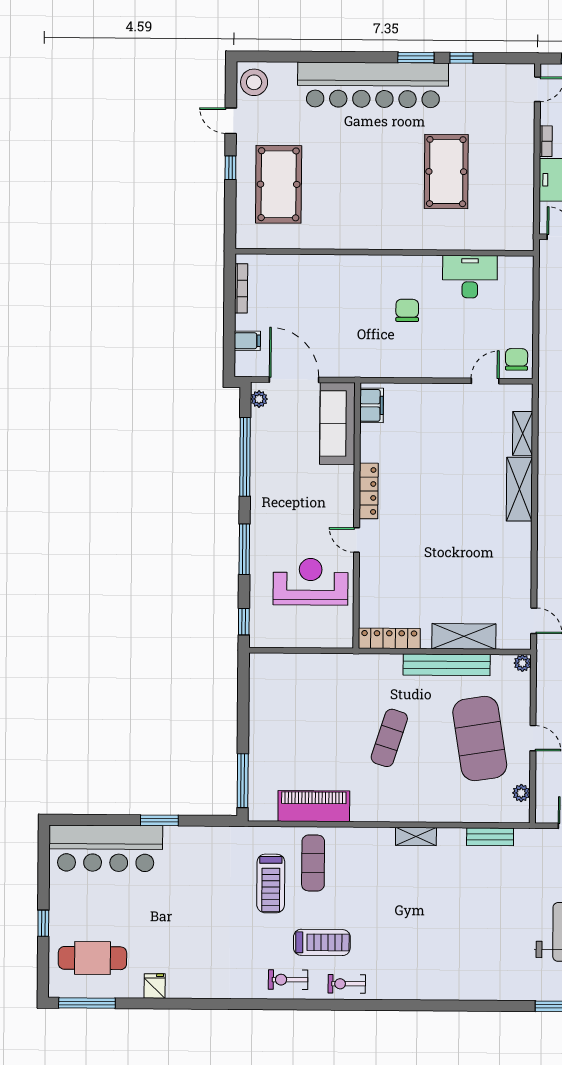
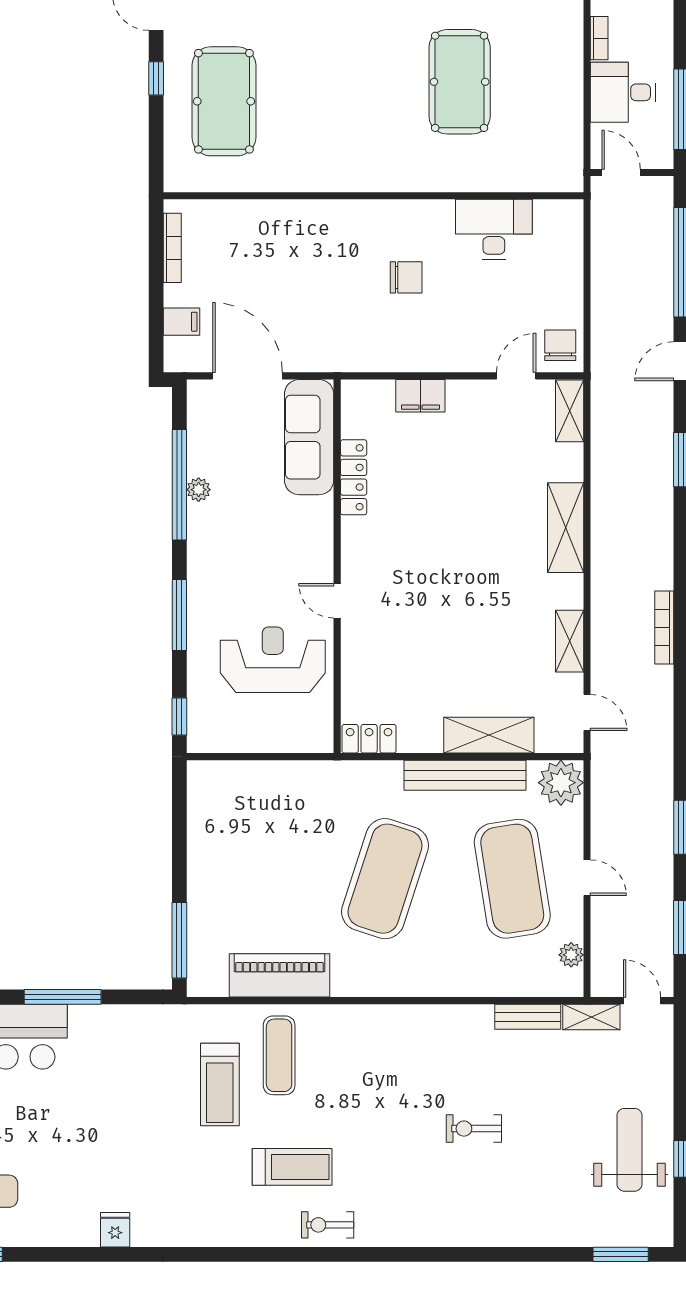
chair: (407, 310) -> (406, 277), turned 90
plant: (259, 399) -> (199, 490), moved
filing cabinet: (372, 405) -> (420, 396), moved, turned 90
shelving: (523, 433) -> (570, 411), moved
locker: (369, 491) -> (354, 477), moved
shelving: (522, 570) -> (570, 641), added
locker: (389, 638) -> (369, 739), width x0.66
plant: (522, 663) -> (561, 783), width x1.88, depth x1.88
exercise mat: (389, 738) -> (385, 879), width x2.00, depth x1.45
window: (159, 820) -> (63, 997), width x1.44
shelving: (416, 836) -> (591, 1017), moved
exercise bike: (288, 980) -> (474, 1129), moved
fridge: (155, 986) -> (115, 1230), moved

